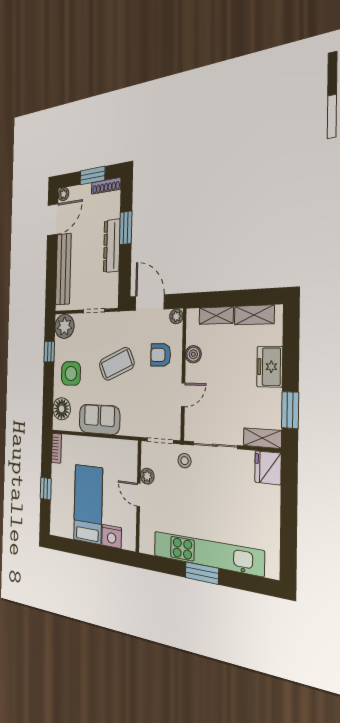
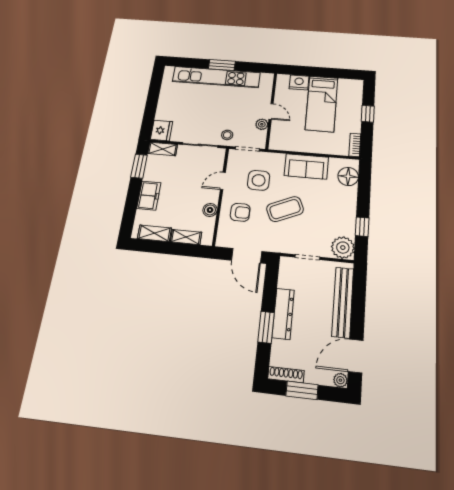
plant: (176, 316) -> (222, 241), removed
side table: (71, 373) -> (259, 180), moved

